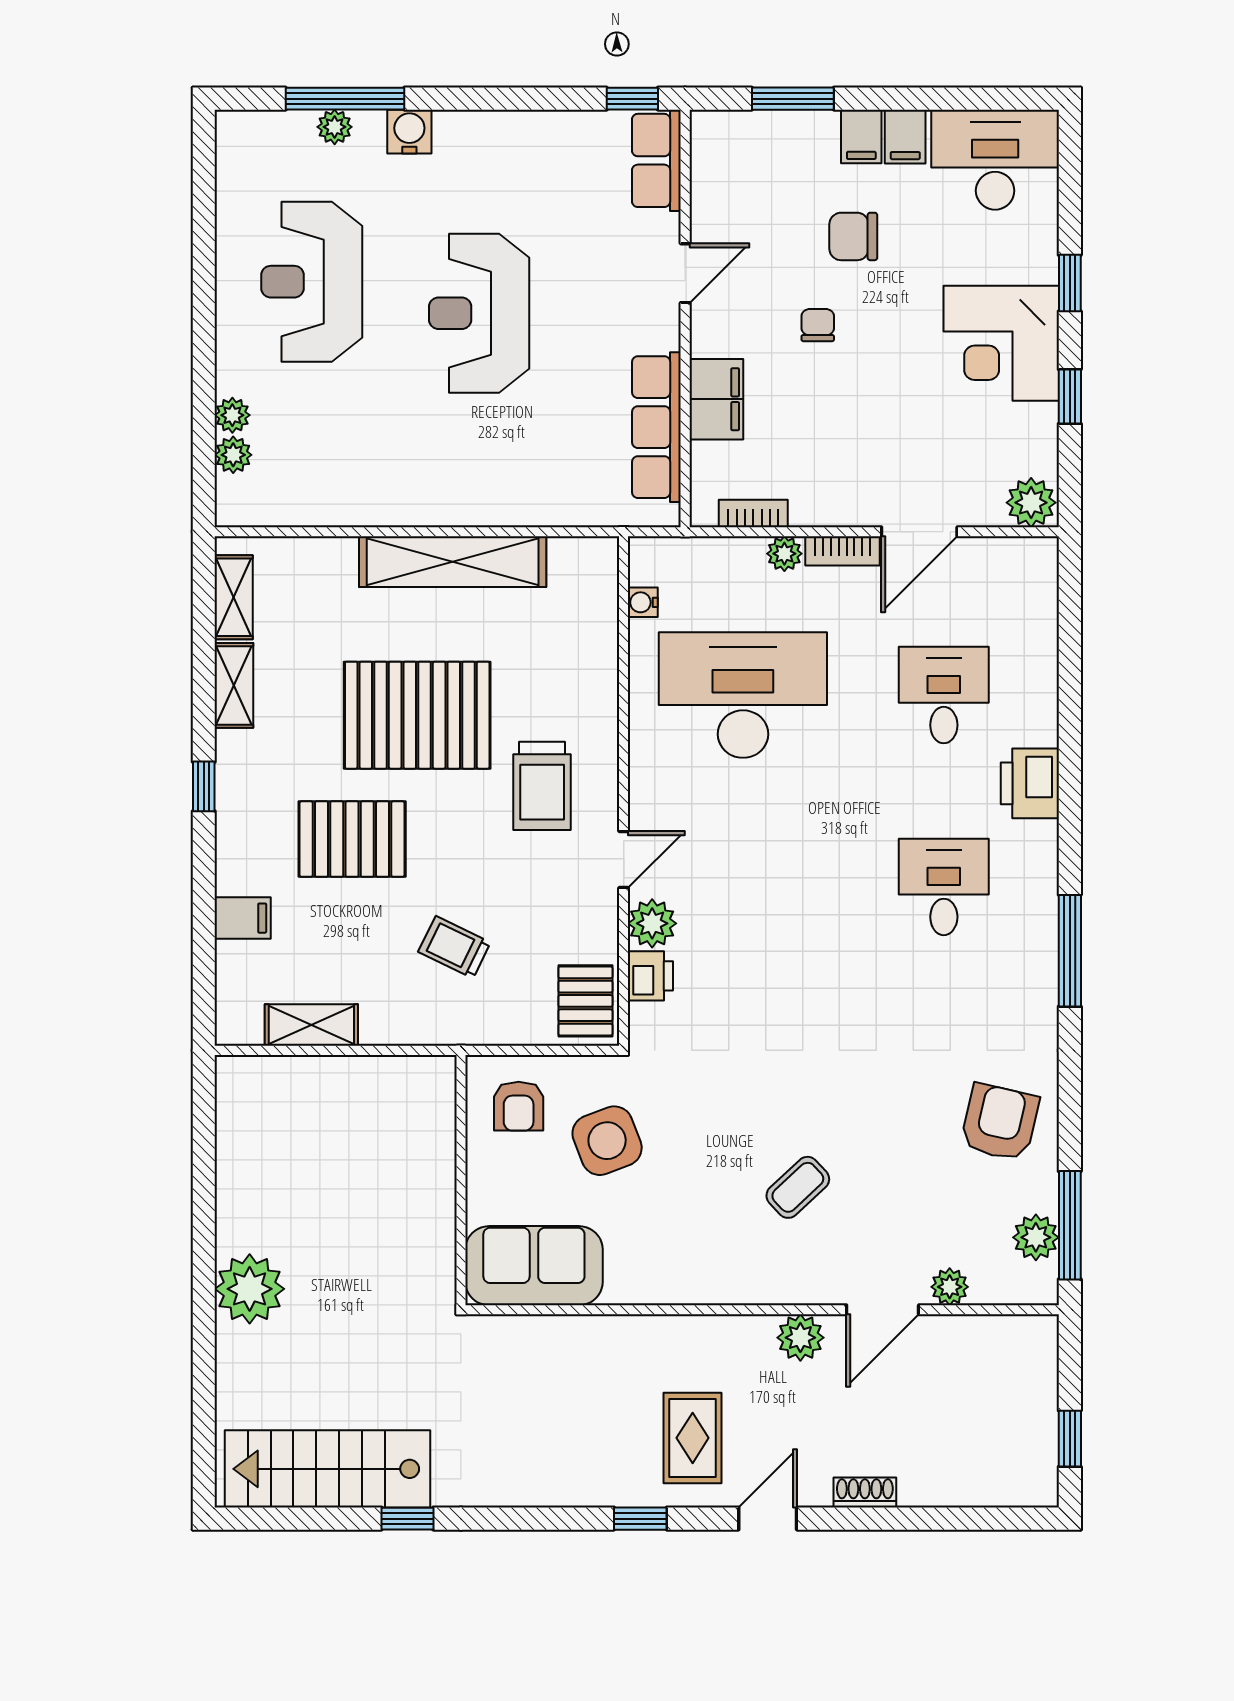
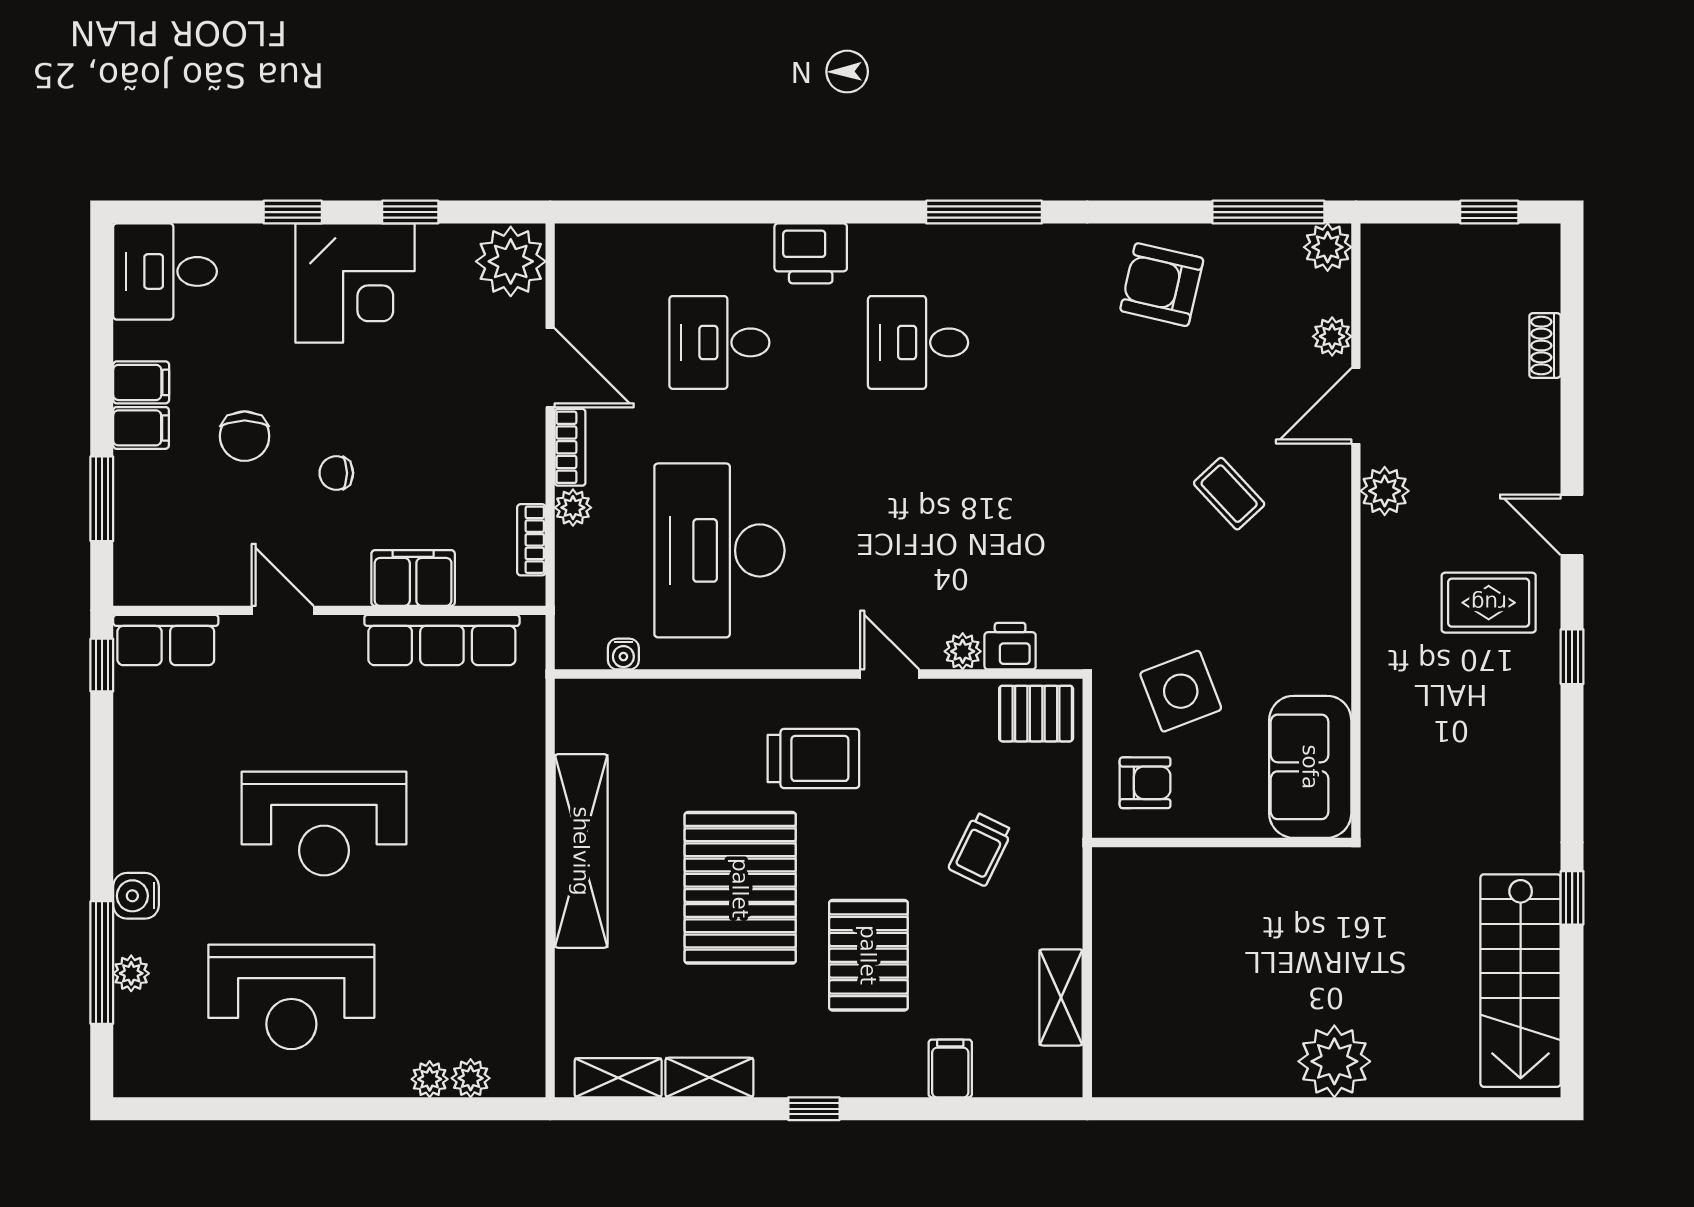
desk: (995, 160) -> (165, 271), width x0.73
plant: (1031, 503) -> (511, 261), width x1.36, depth x1.36
plant: (652, 923) -> (963, 651), width x0.73, depth x0.73
plant: (1036, 1237) -> (1328, 247), moved
door: (883, 1310) -> (1356, 406), swing flipped
shoe rack: (865, 1492) -> (1545, 346), moved

